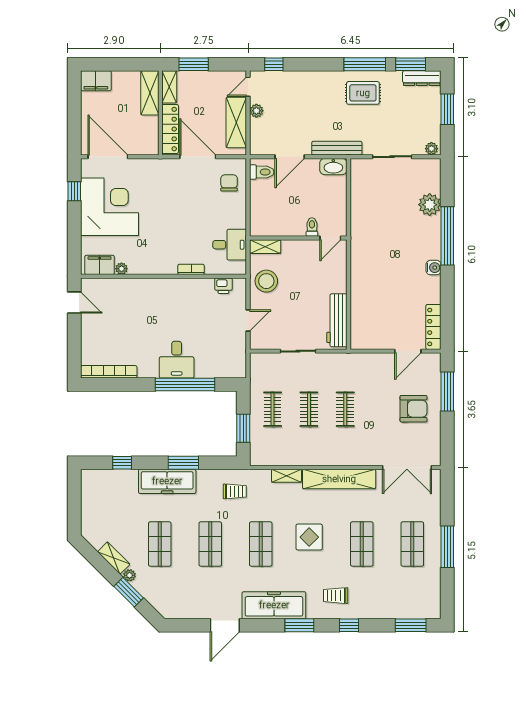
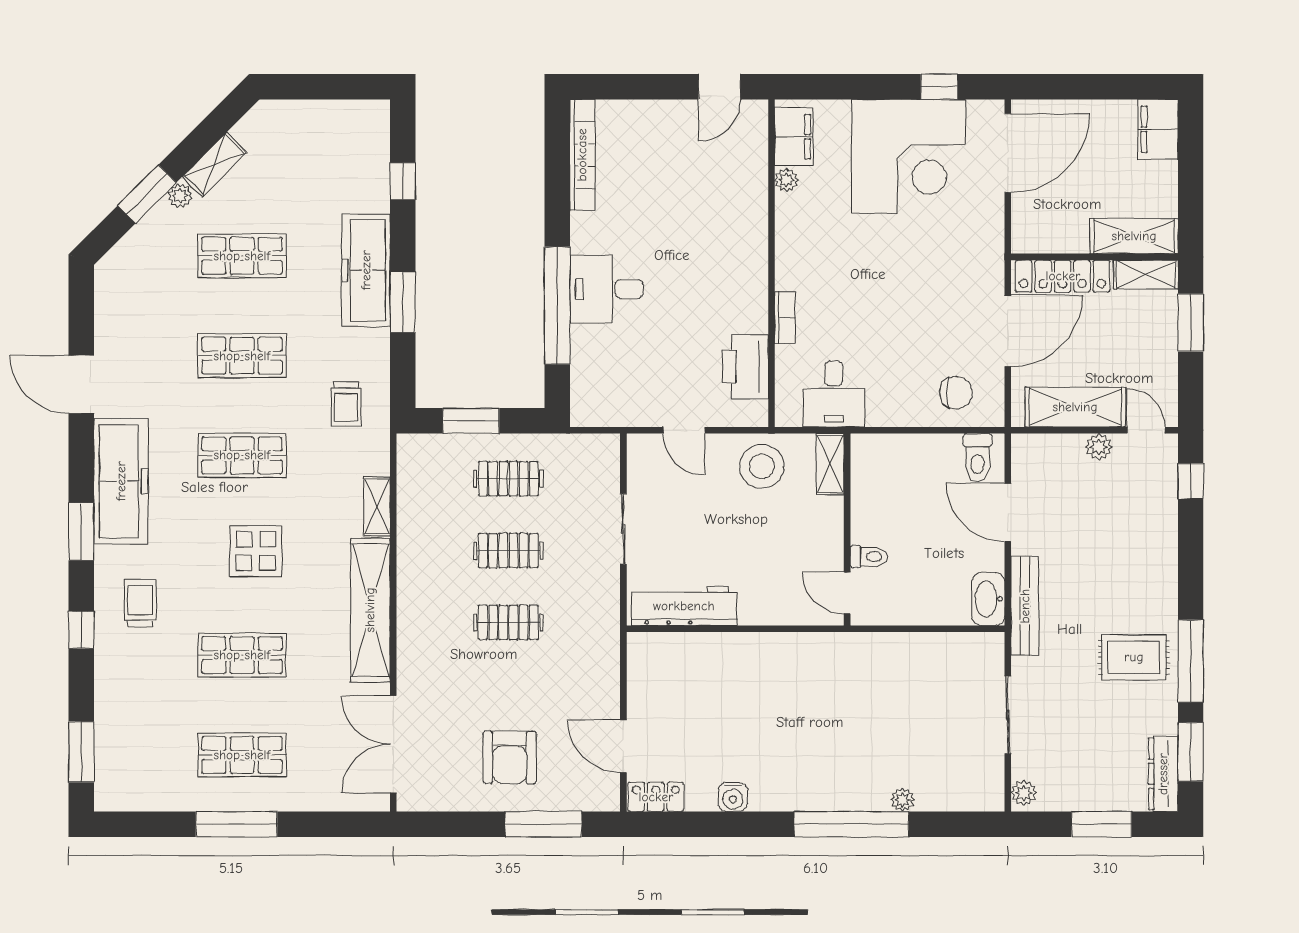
rug: (363, 93) -> (1134, 657), turned 90
plant: (430, 205) -> (903, 800), width x0.53, depth x0.53
water cooler: (434, 268) -> (733, 797), moved
printer: (223, 286) -> (745, 367), width x1.87, depth x1.48
locker: (433, 327) -> (656, 797), width x0.66

